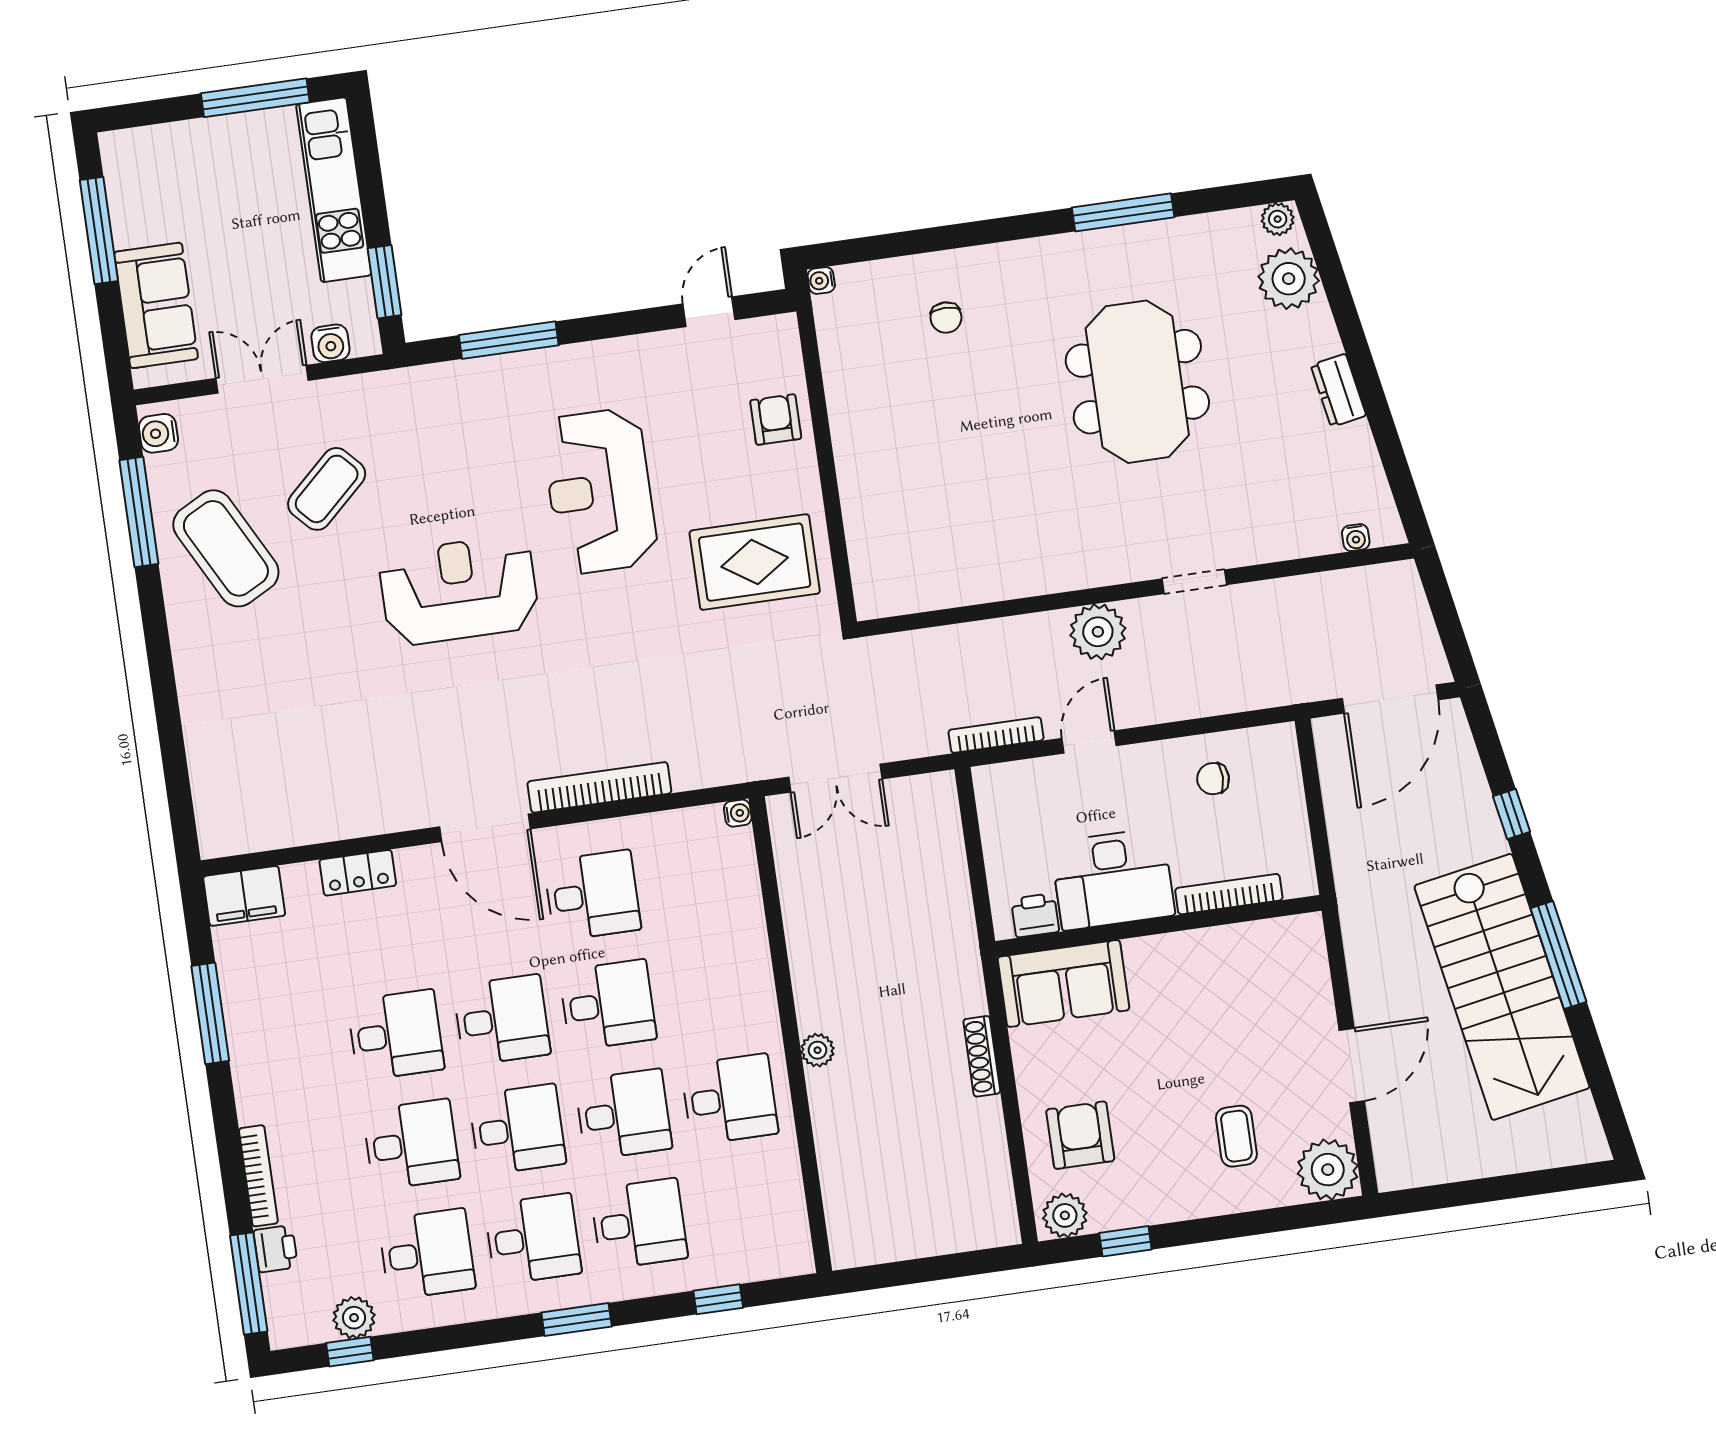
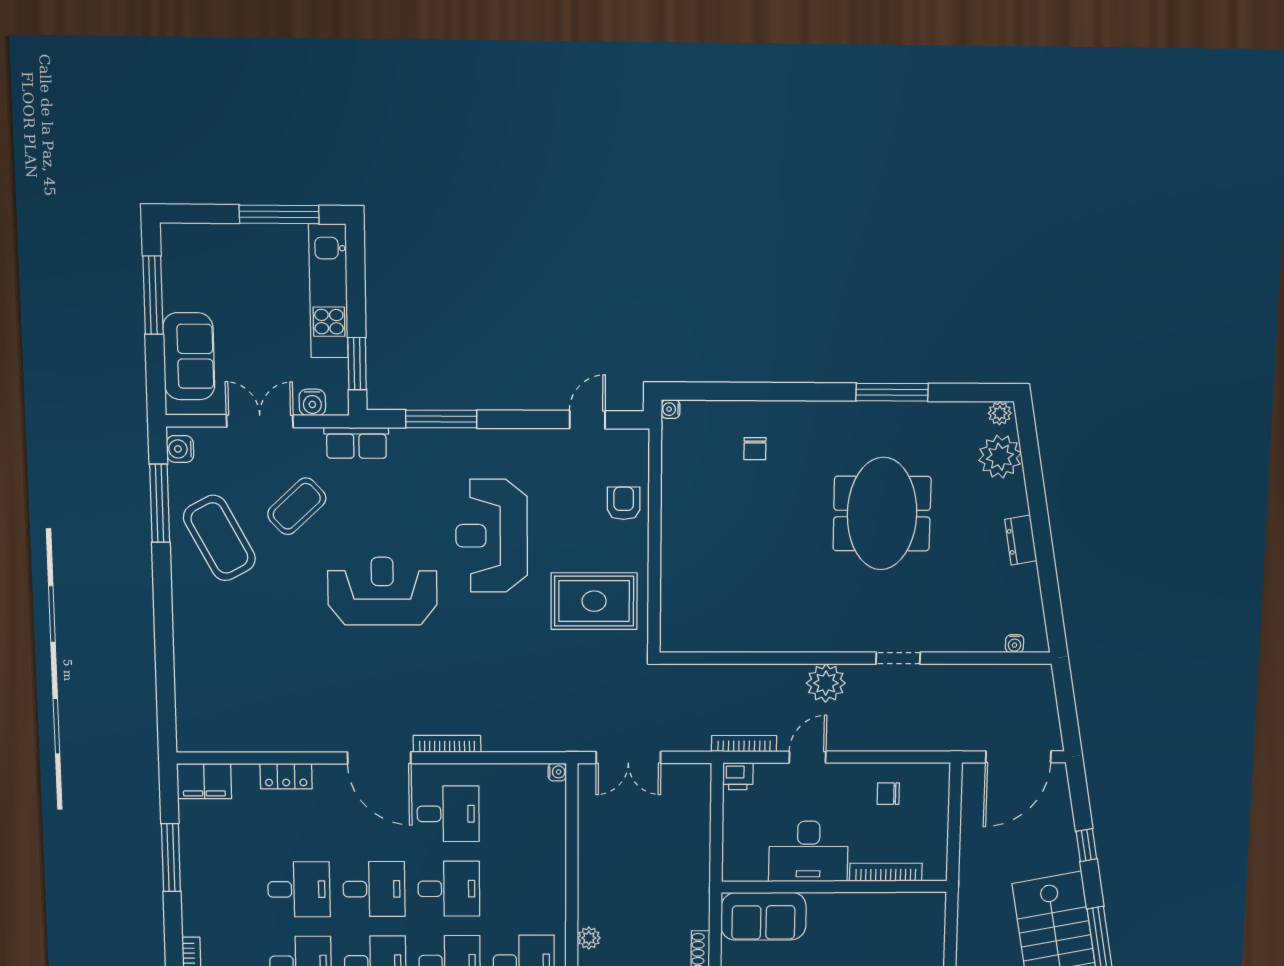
row of seats: (397, 390) -> (356, 443), added
bookcase: (599, 787) -> (447, 744), width x0.68, depth x0.76
printer: (1035, 915) -> (738, 776), moved, turned 180

